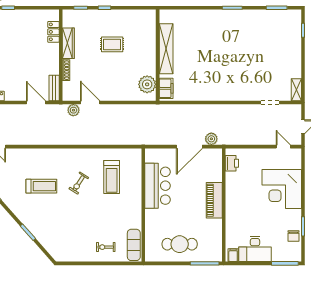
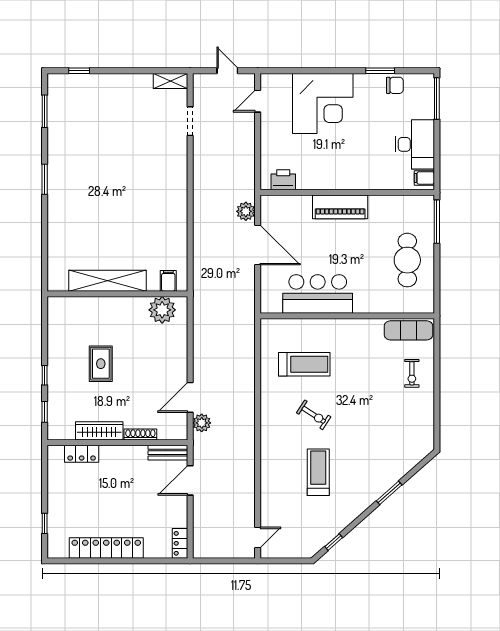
filing cabinet: (166, 88) -> (168, 281), width x0.50

